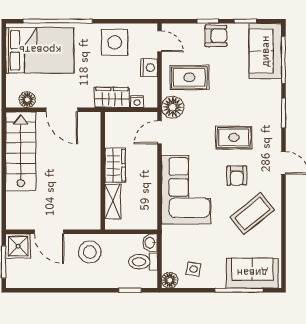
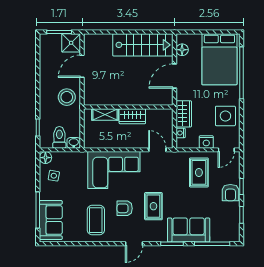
sofa: (265, 51) -> (189, 230), moved
floor lamp: (173, 107) -> (176, 160), removed
coffee table: (252, 214) -> (96, 220), turned 39

